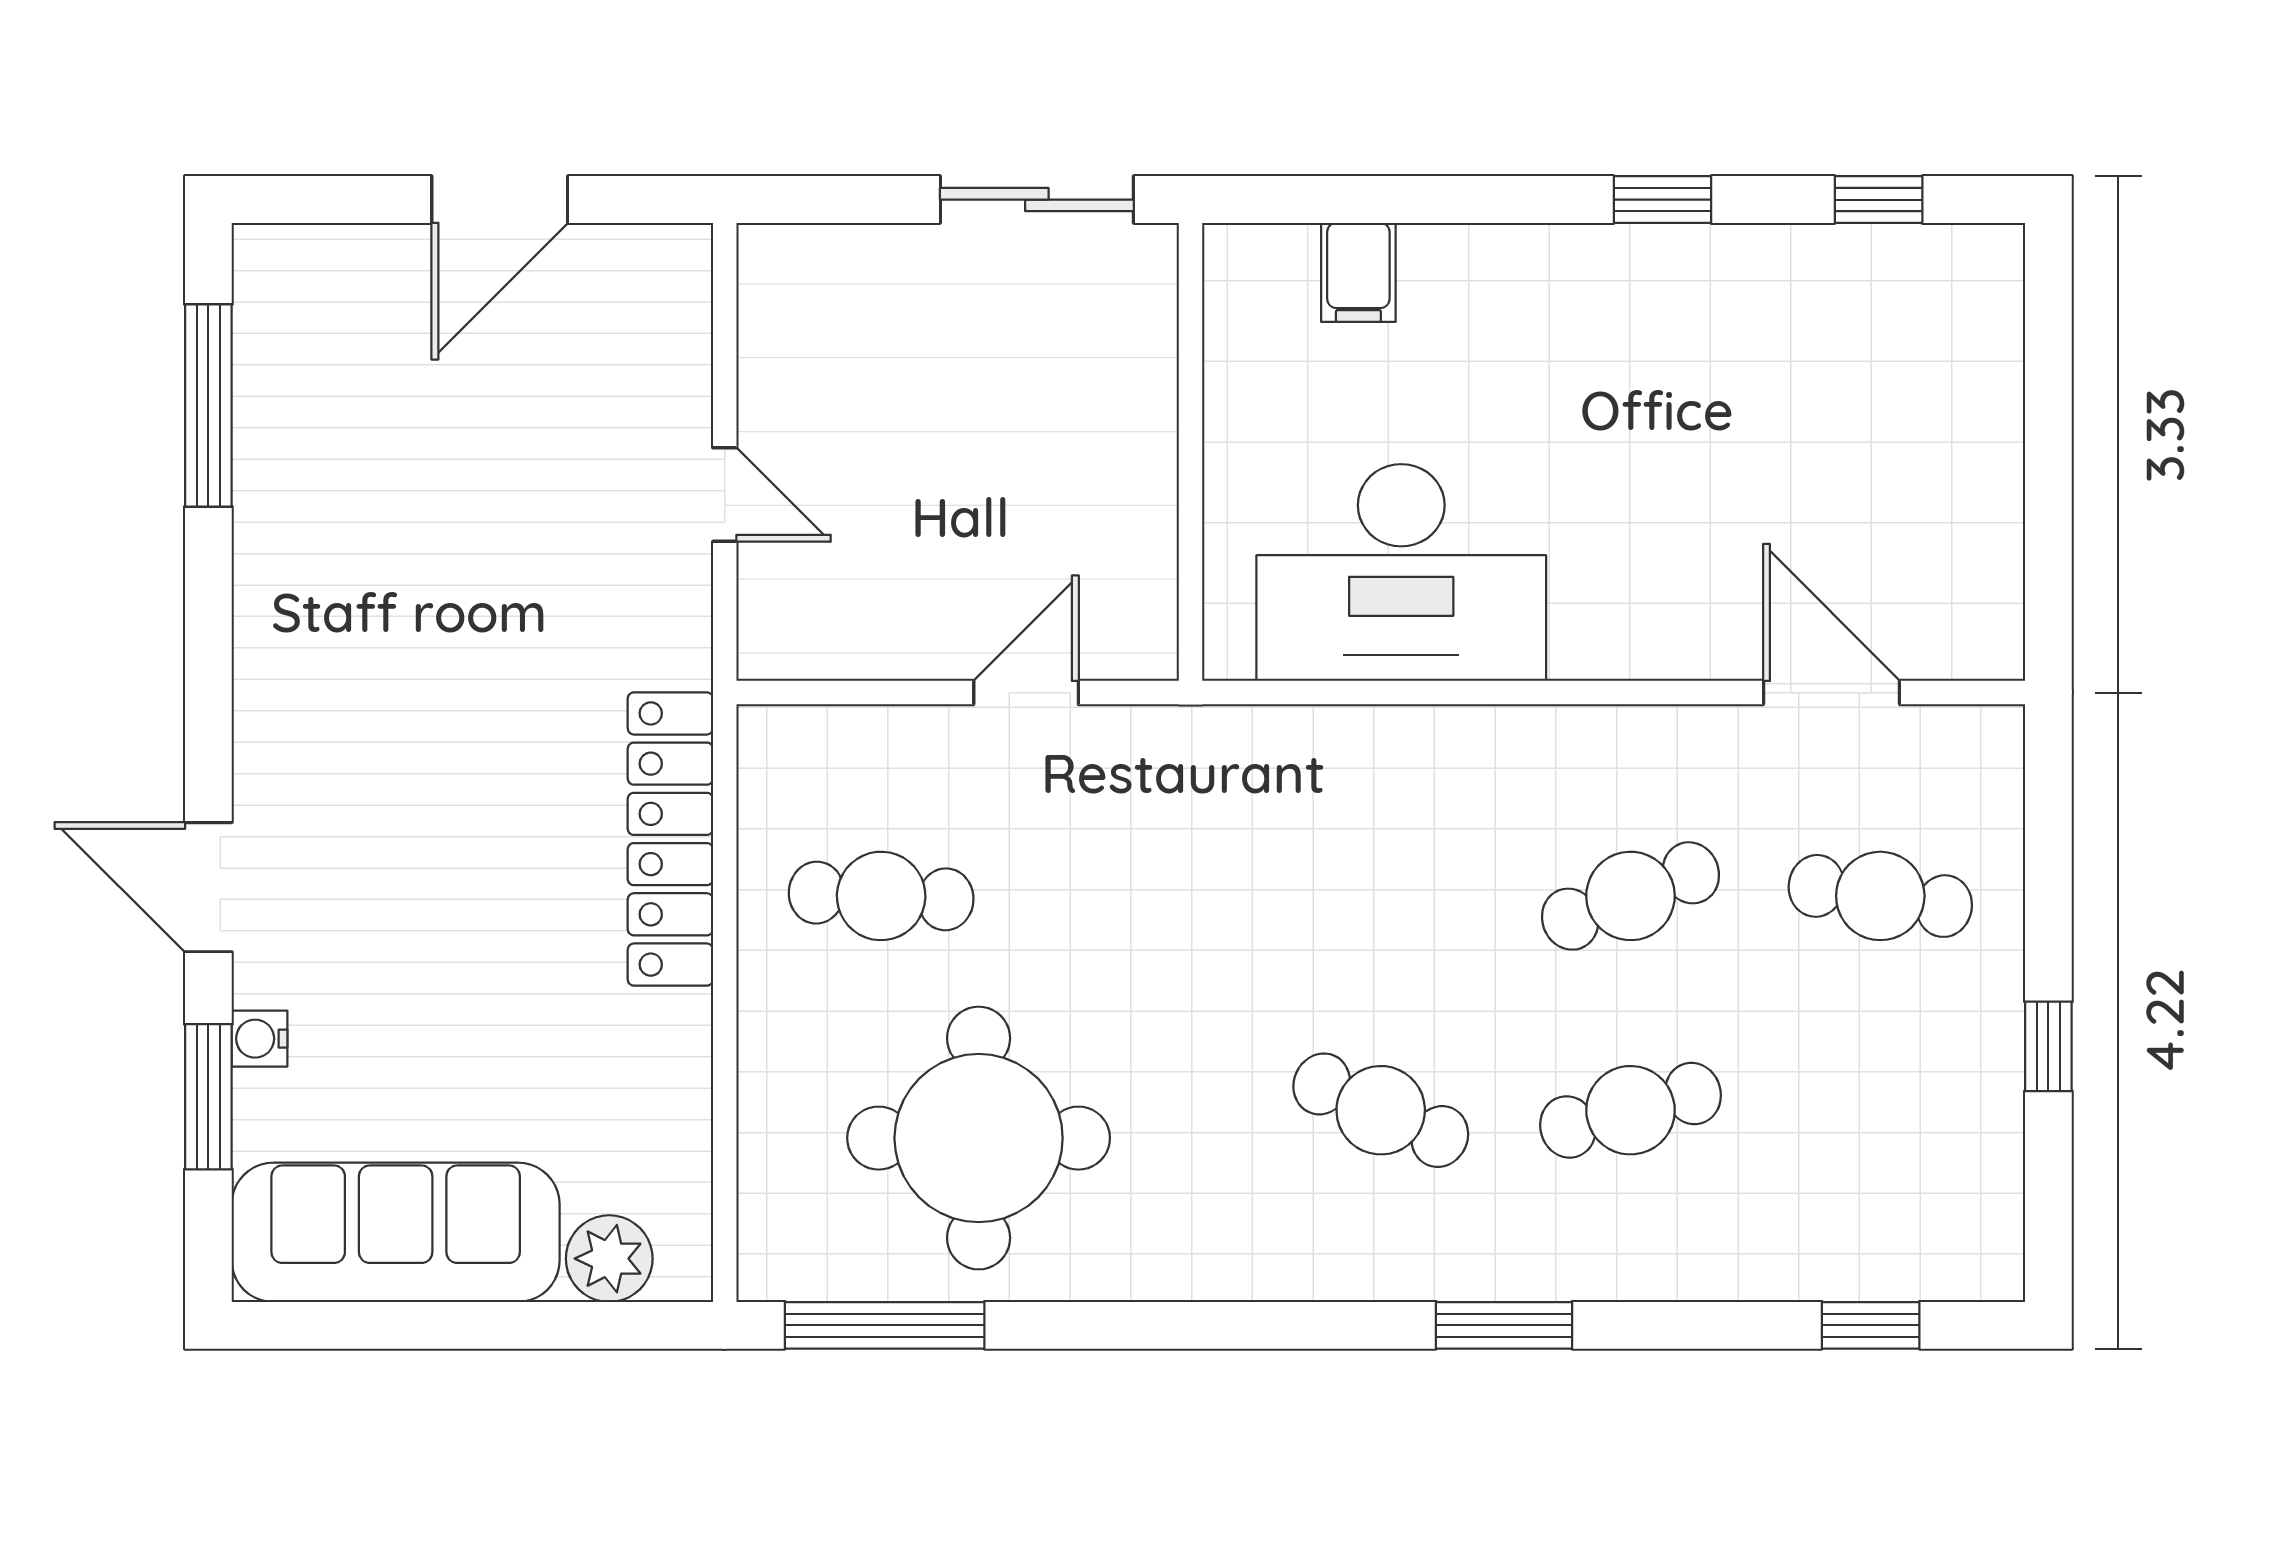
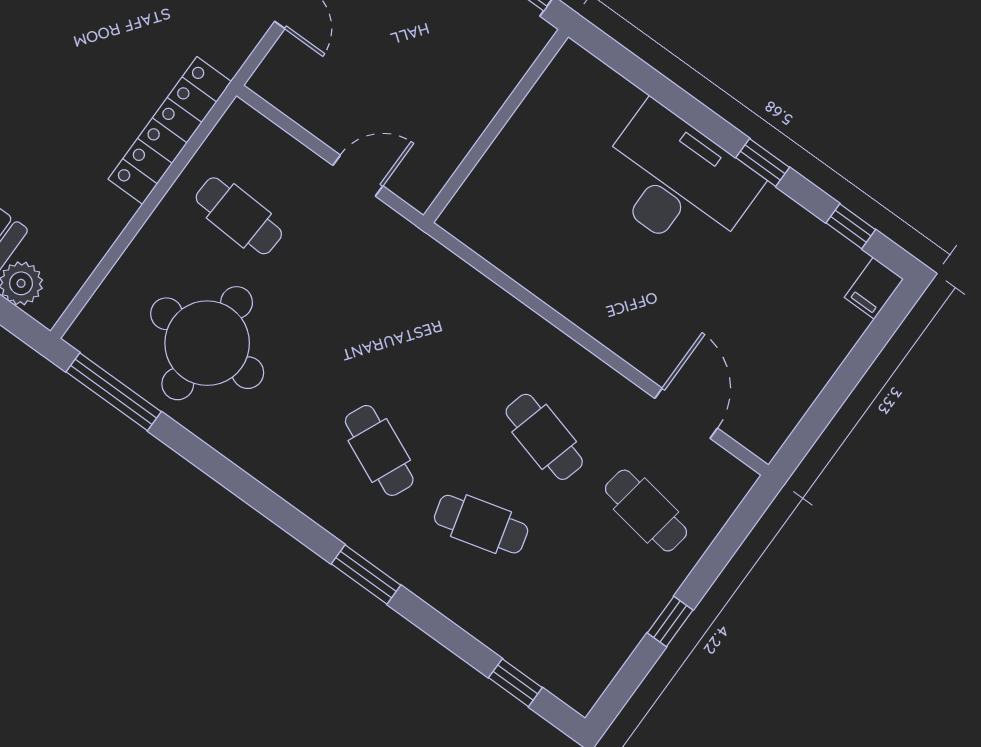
filing cabinet: (1358, 272) -> (874, 288), moved
desk: (1401, 572) -> (677, 182), moved, turned 180
cafe table: (1630, 896) -> (544, 437), turned 36

